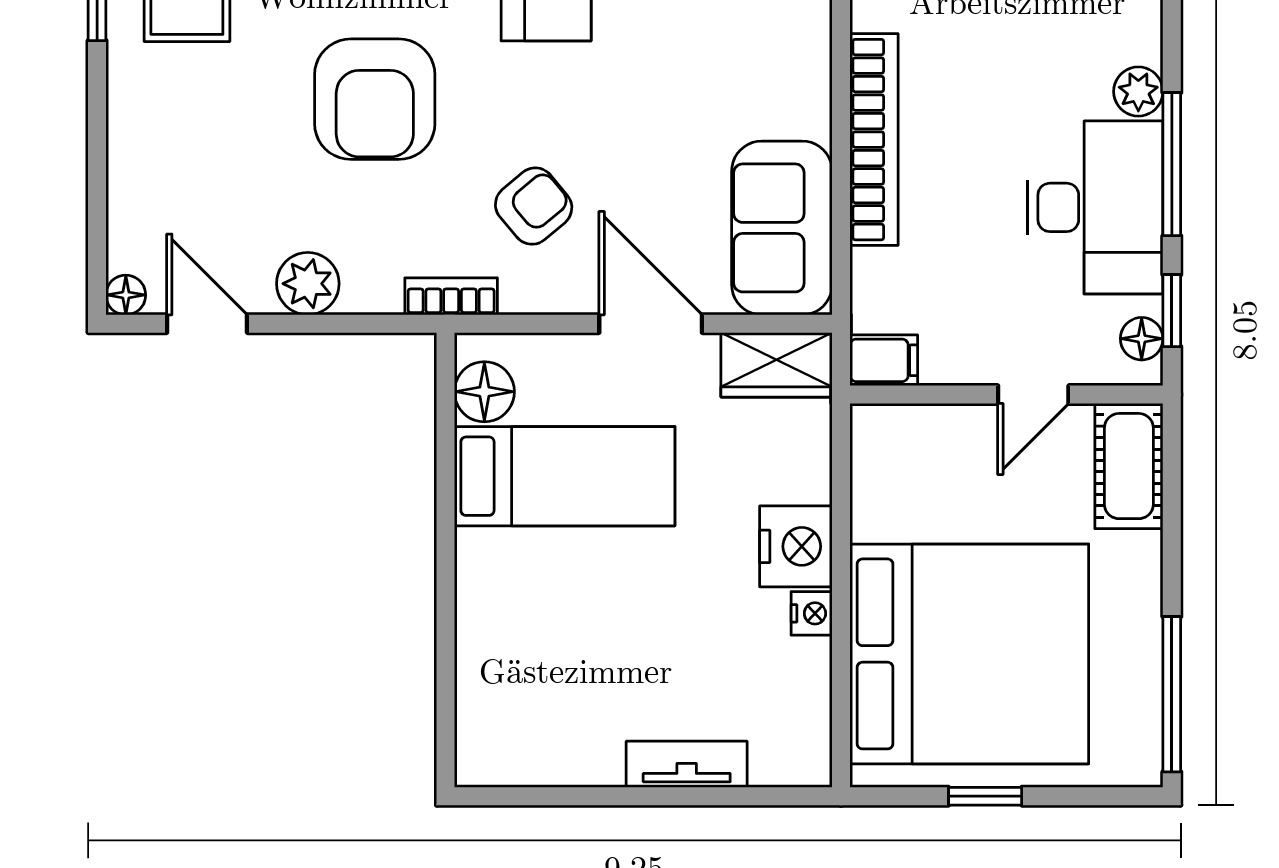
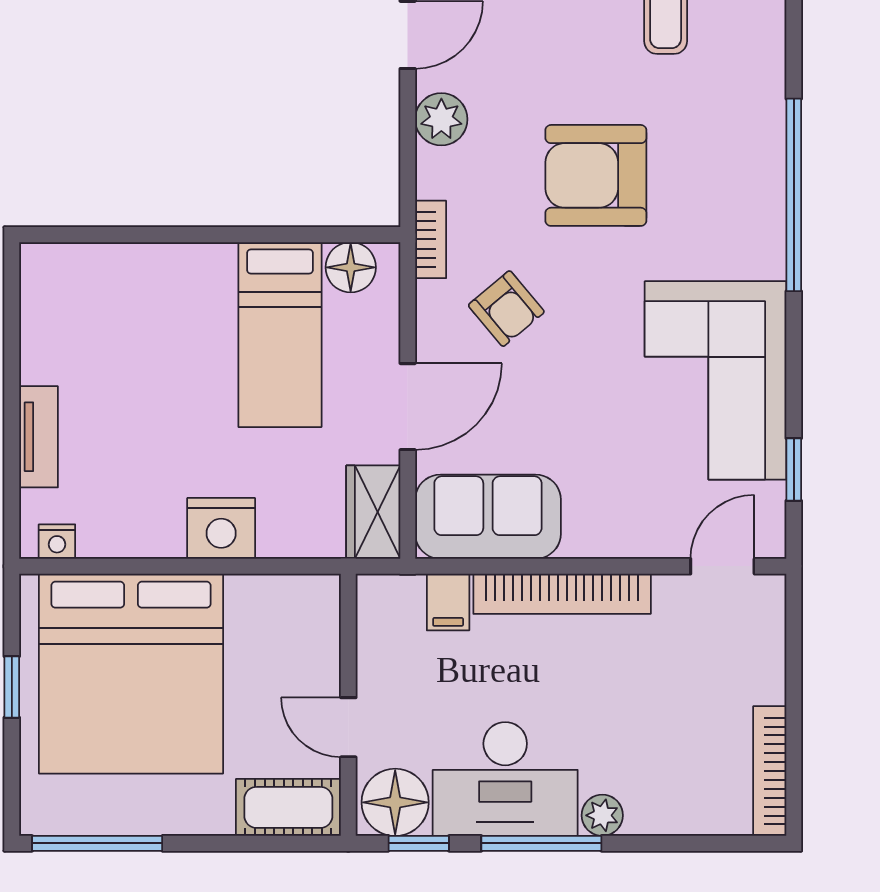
floor lamp: (1142, 339) -> (395, 802), width x1.89, depth x1.89
filing cabinet: (884, 360) -> (448, 602), moved
nightstand: (812, 613) -> (57, 542), moved

